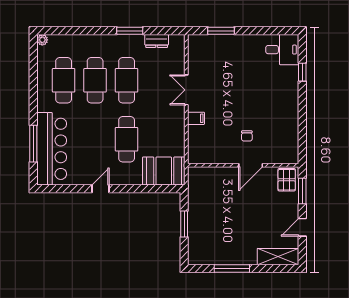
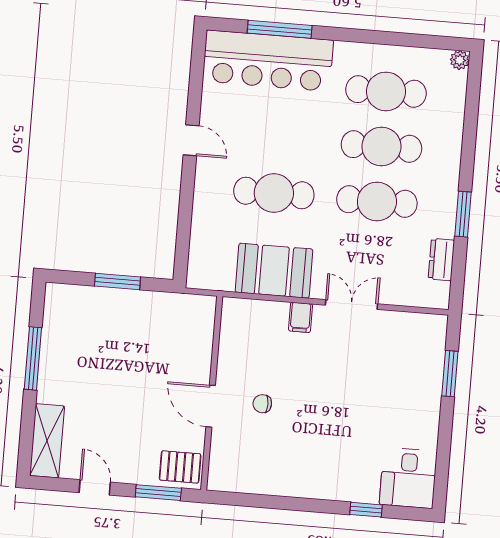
booth: (164, 171) -> (274, 271), moved, turned 90

